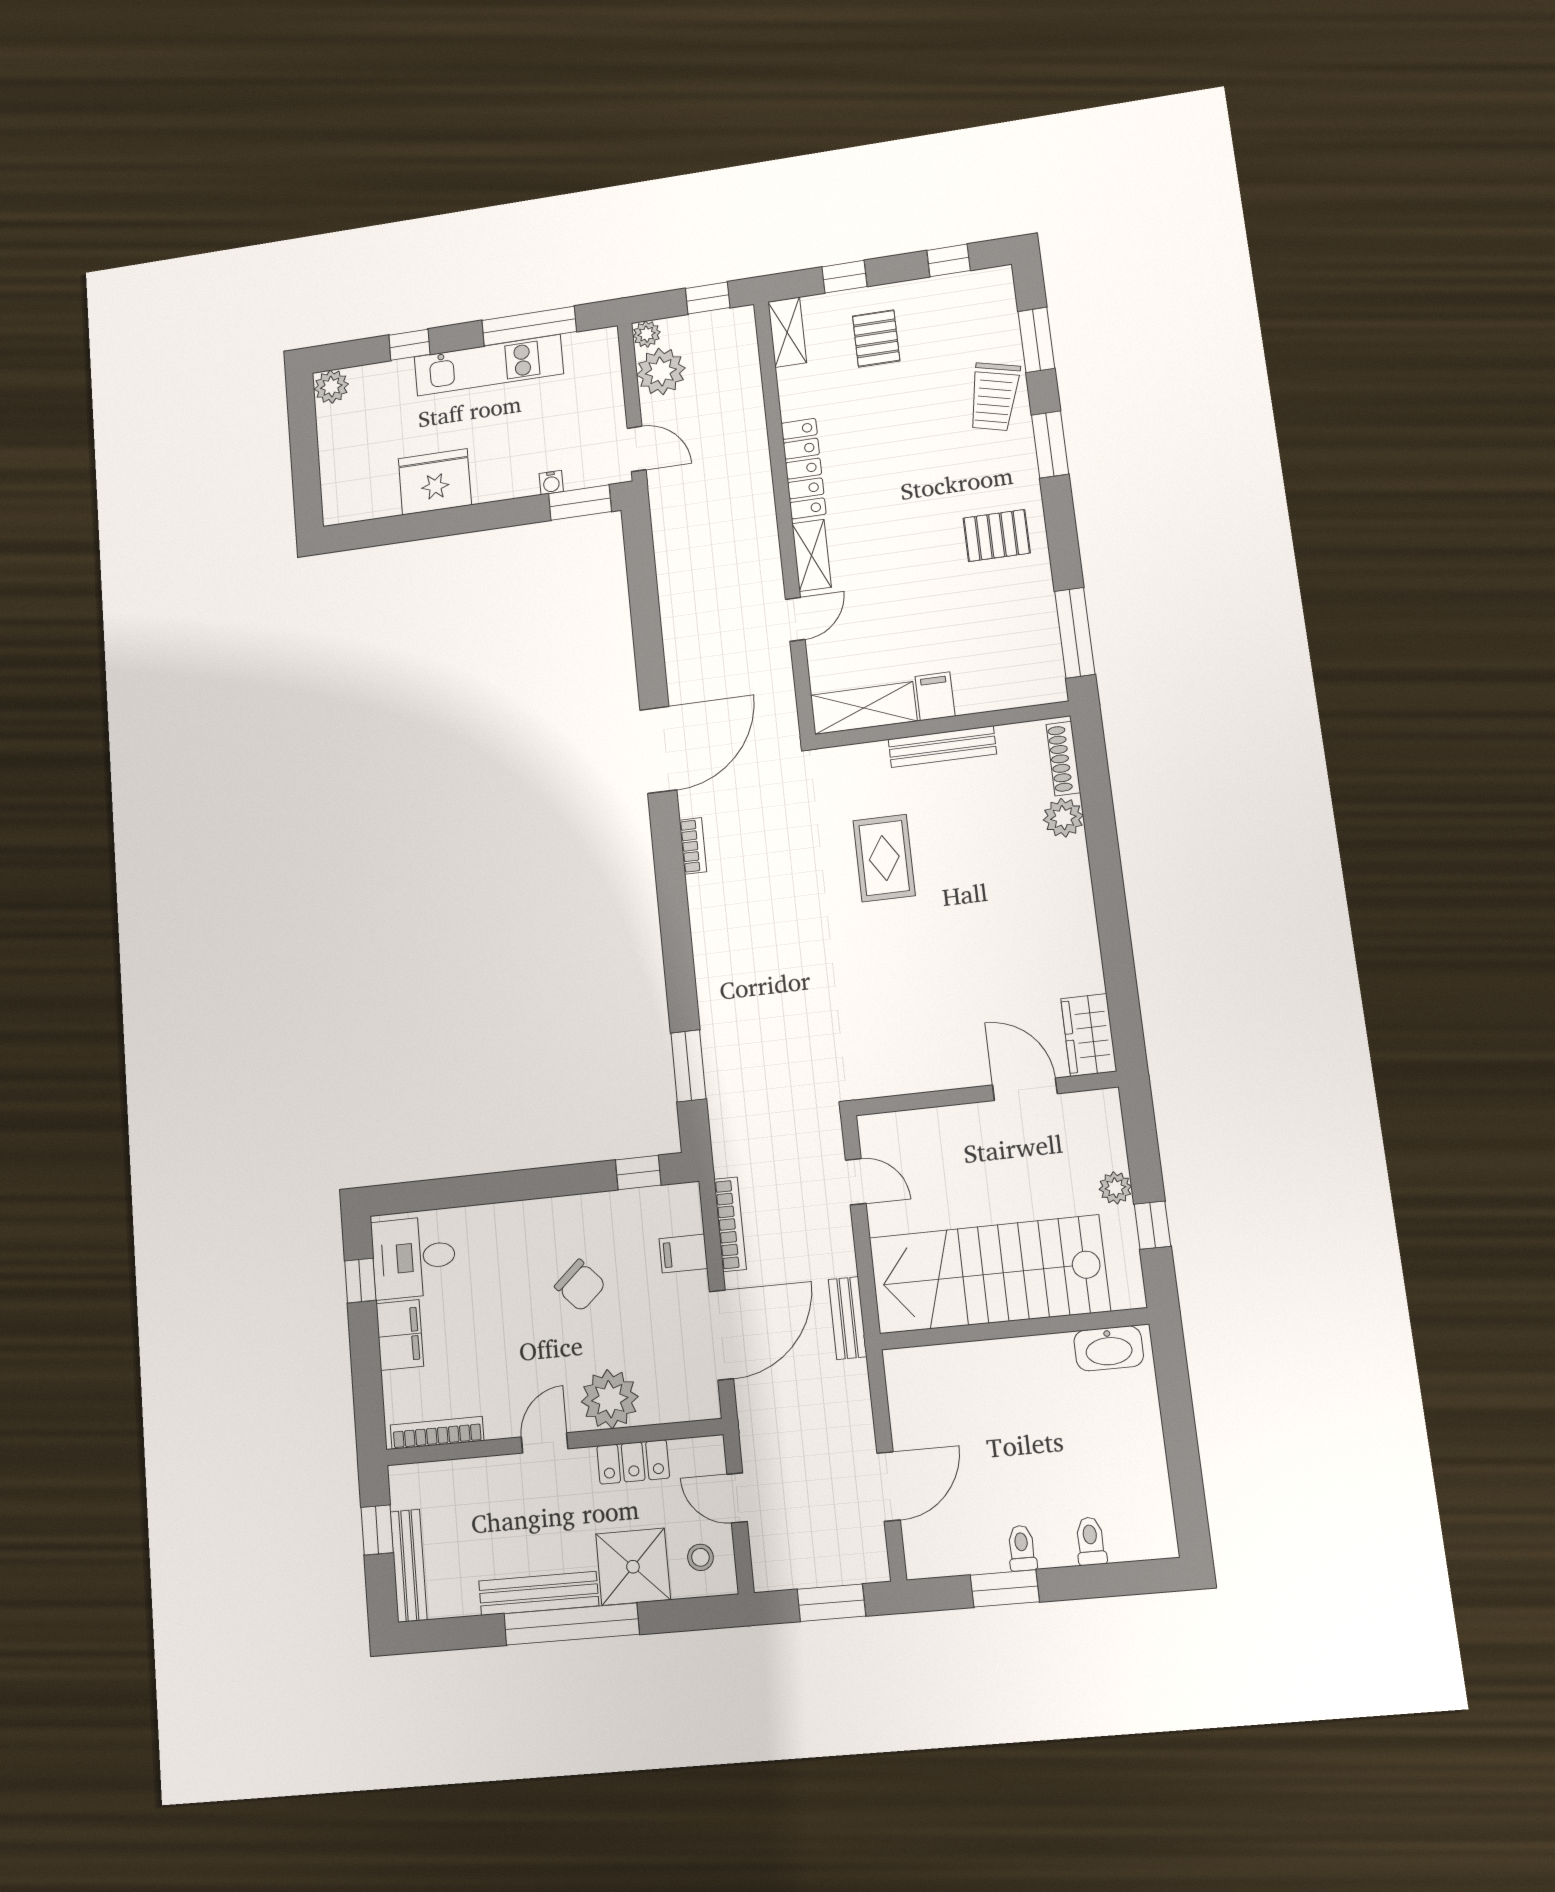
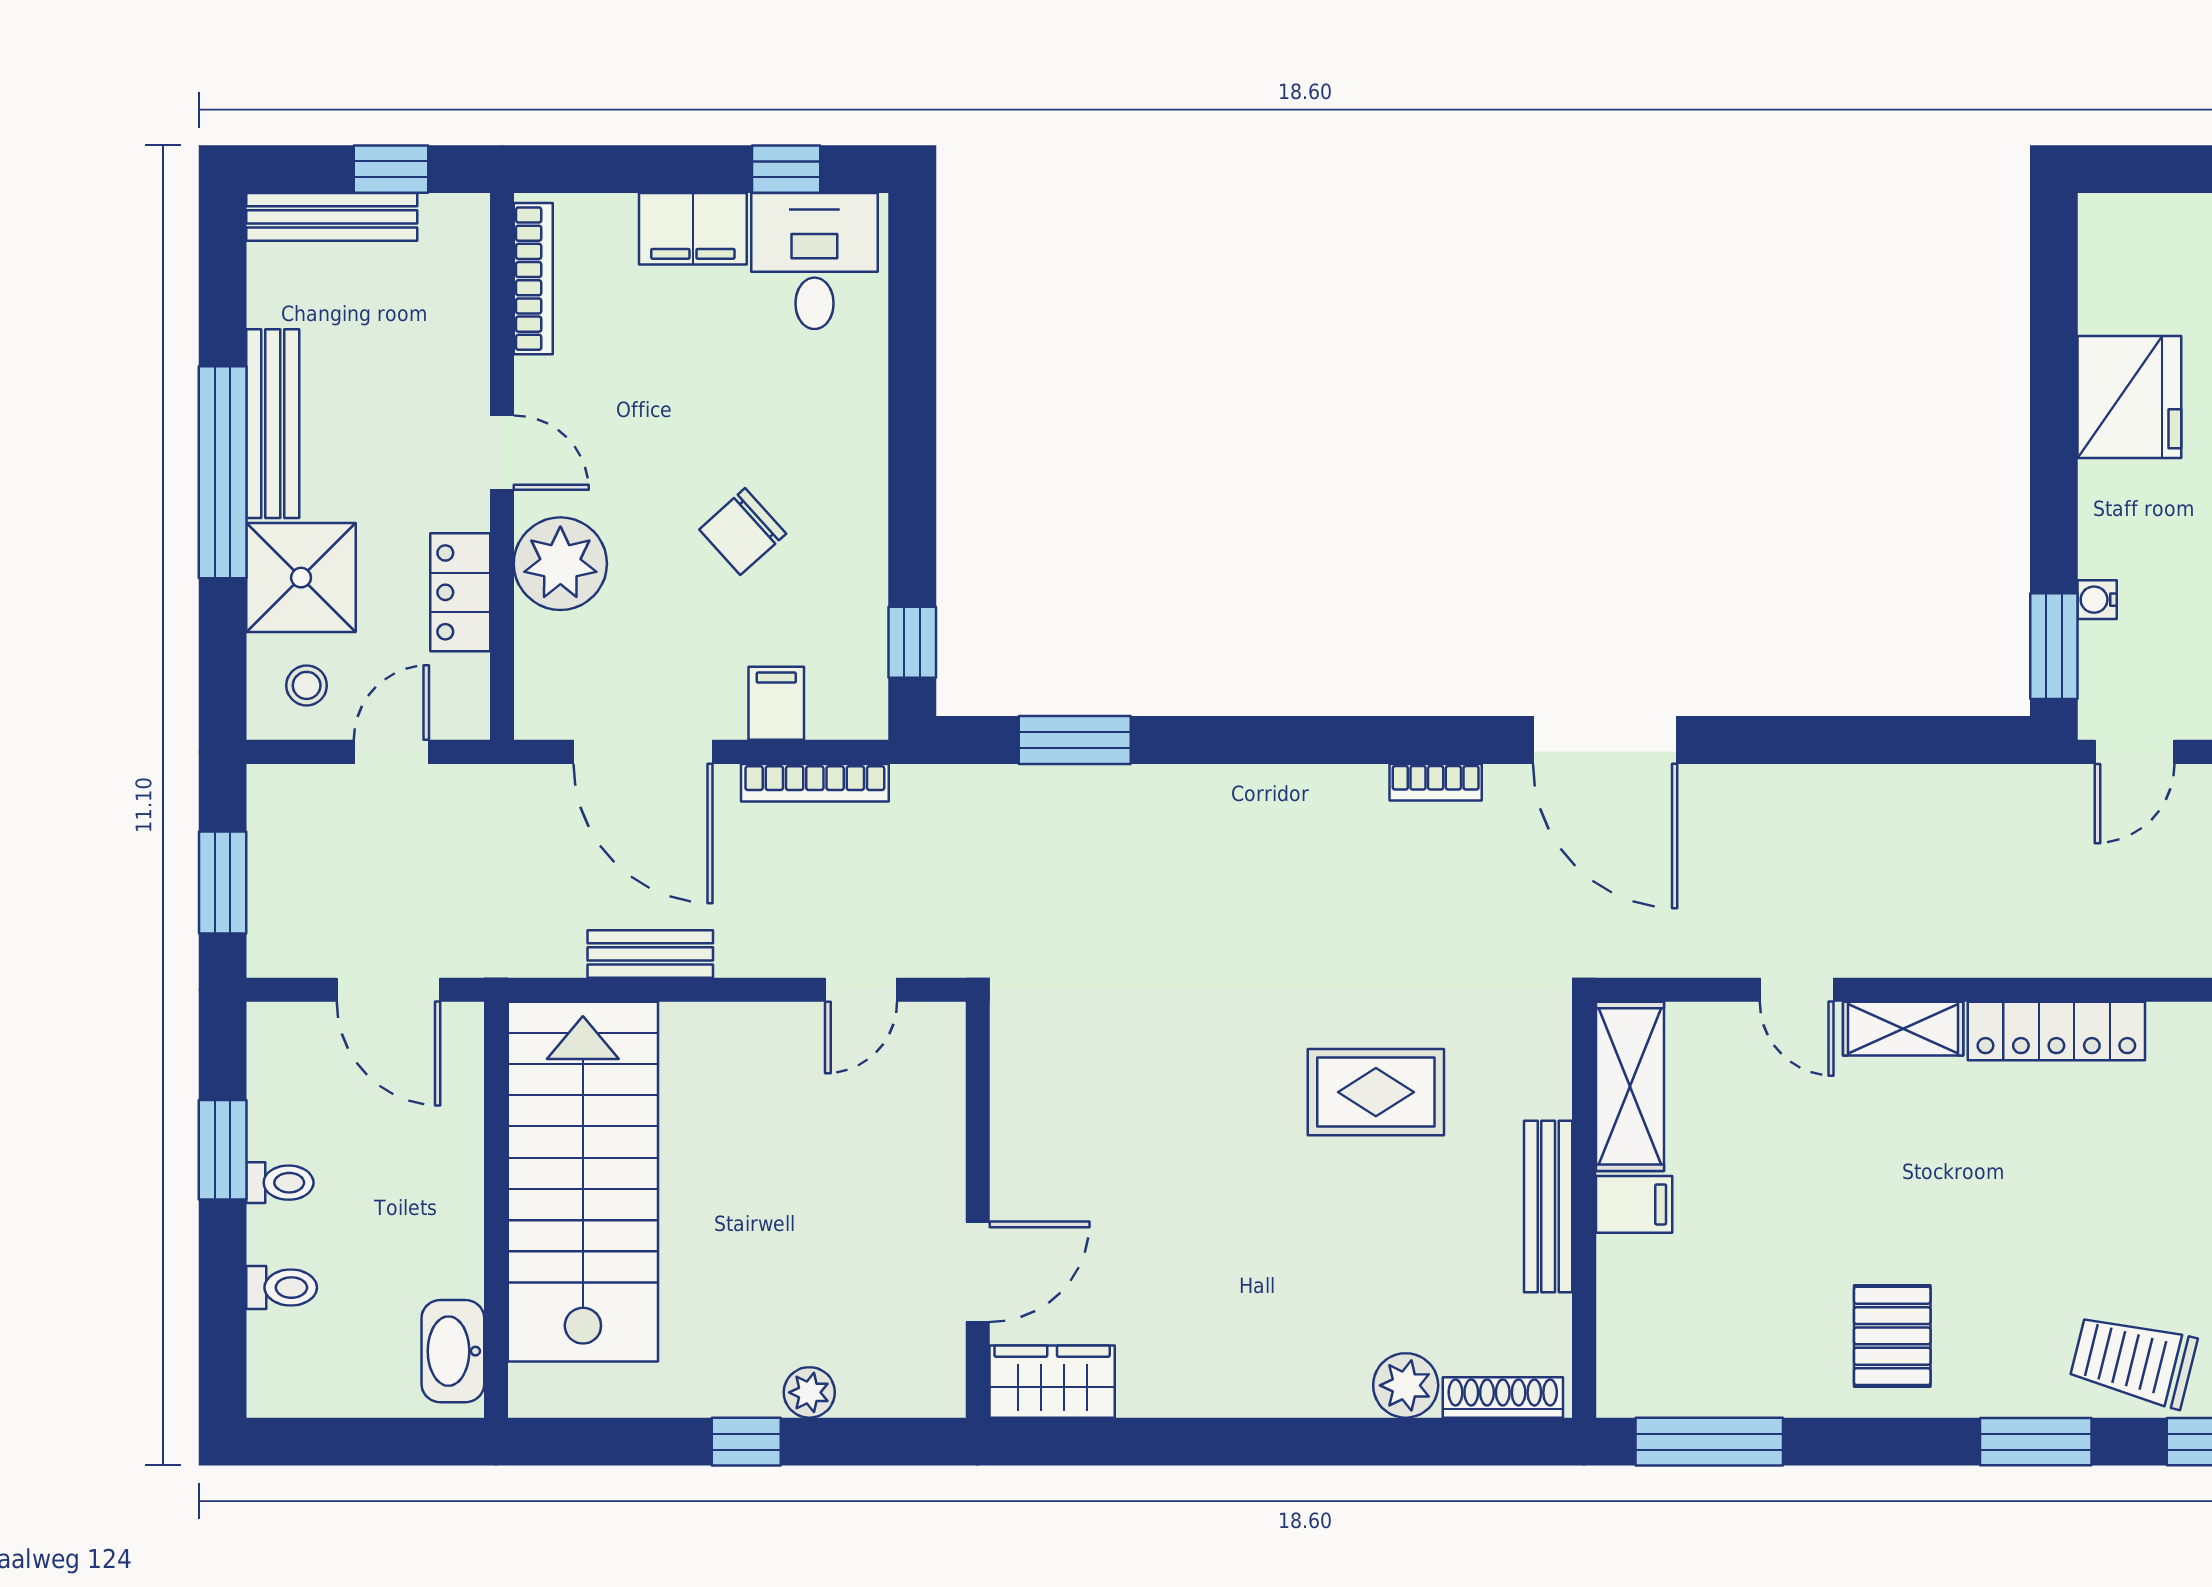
stairs: (989, 1274) -> (583, 1182), moved
wall: (1014, 1329) -> (496, 1210), moved
washbasin: (1109, 1348) -> (453, 1351), moved

